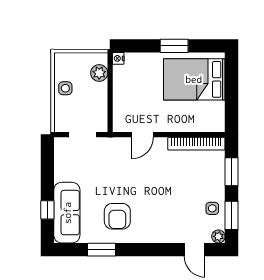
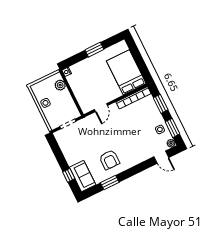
bed: (194, 79) -> (126, 72), moved, turned 90
sofa: (67, 213) -> (83, 176), width x0.73

